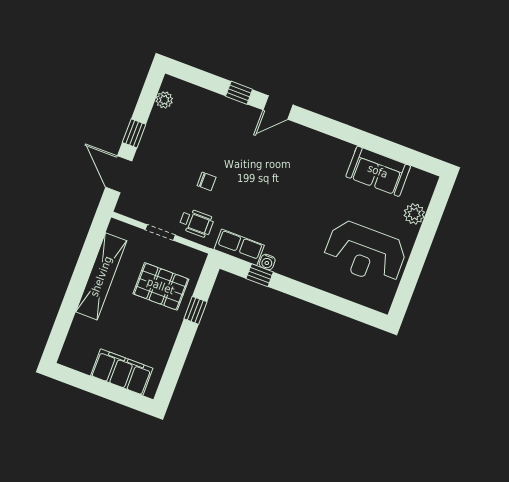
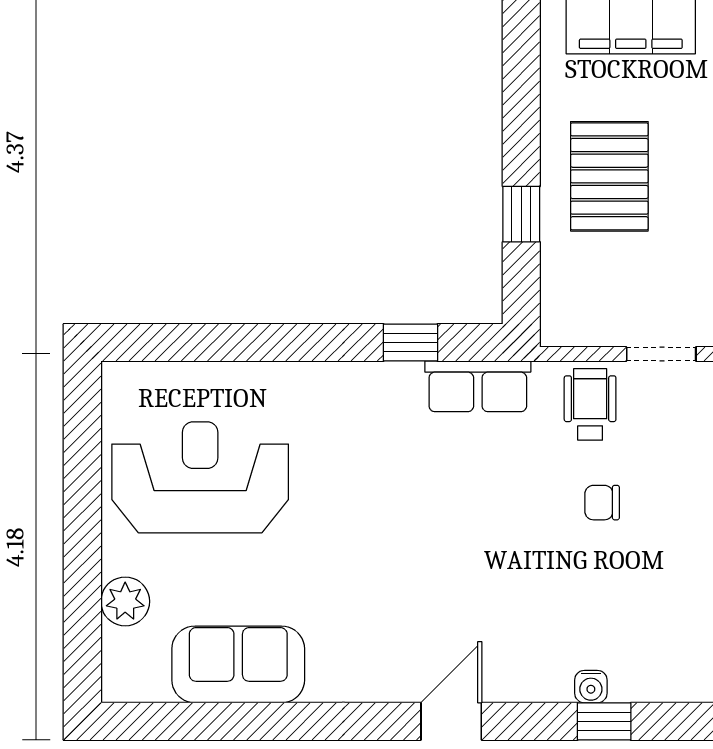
door: (278, 107) -> (451, 721), moved
wheelchair: (197, 223) -> (590, 404), turned 90
water cooler: (267, 262) -> (591, 687), moved, turned 180
pallet: (161, 286) -> (609, 176), moved, turned 90

